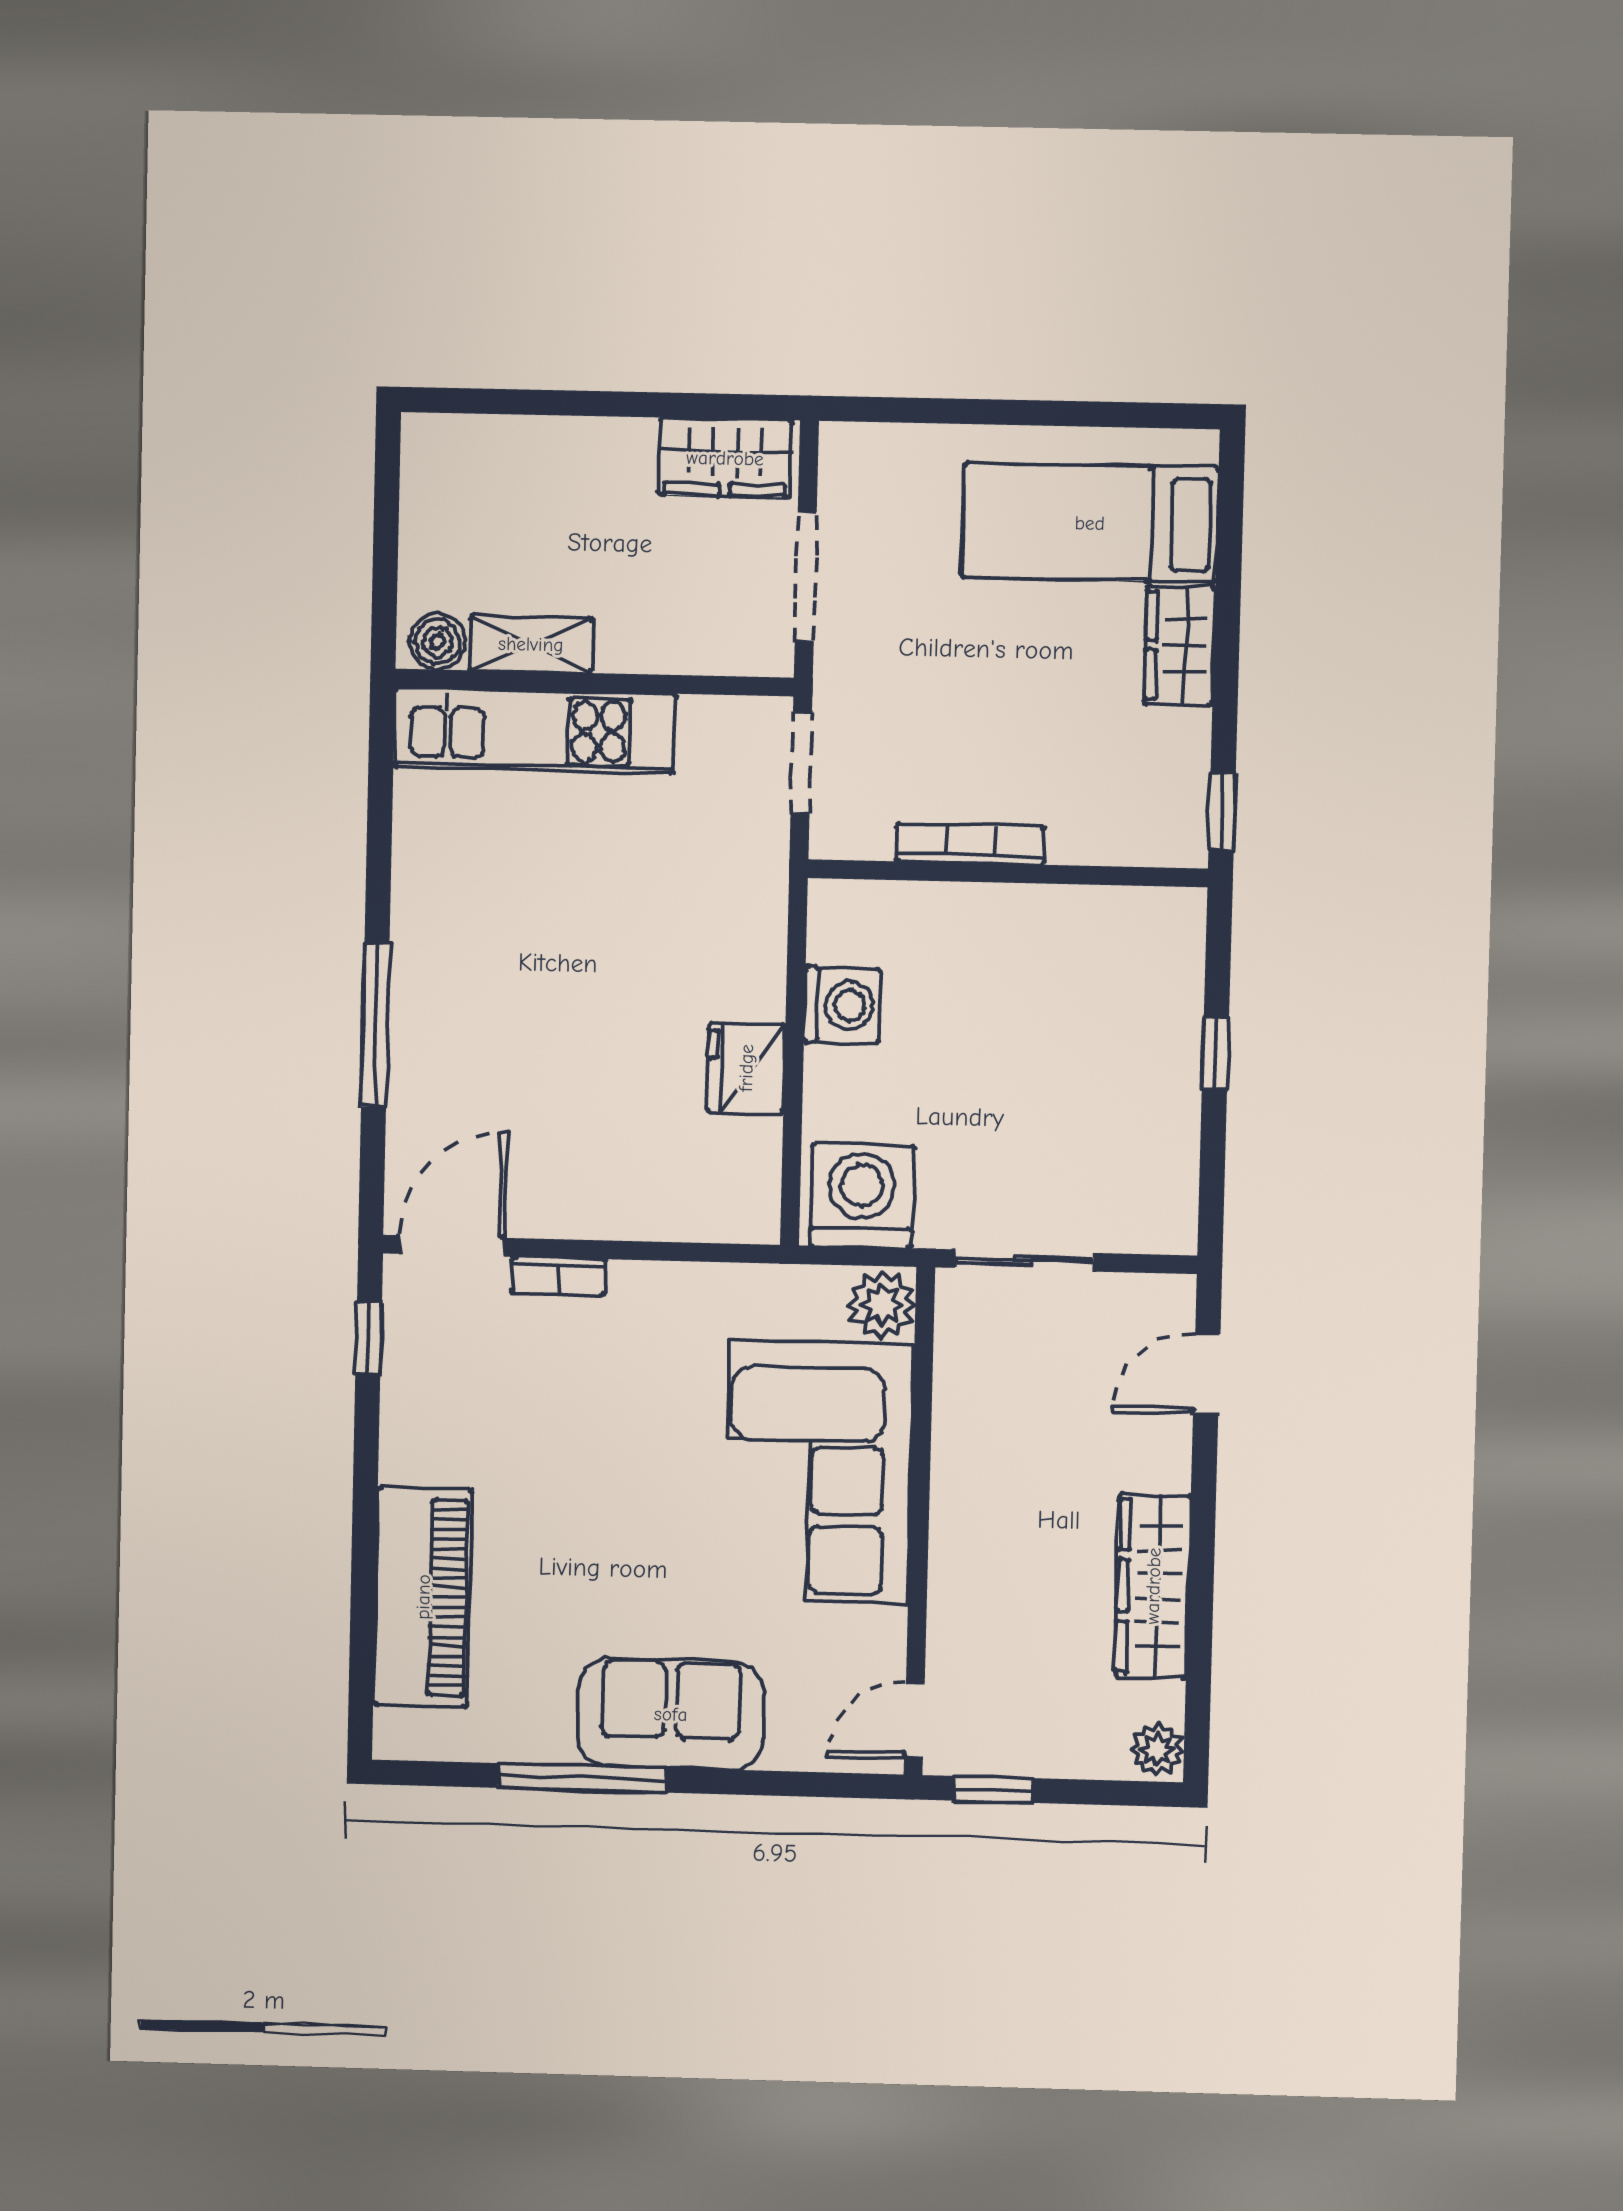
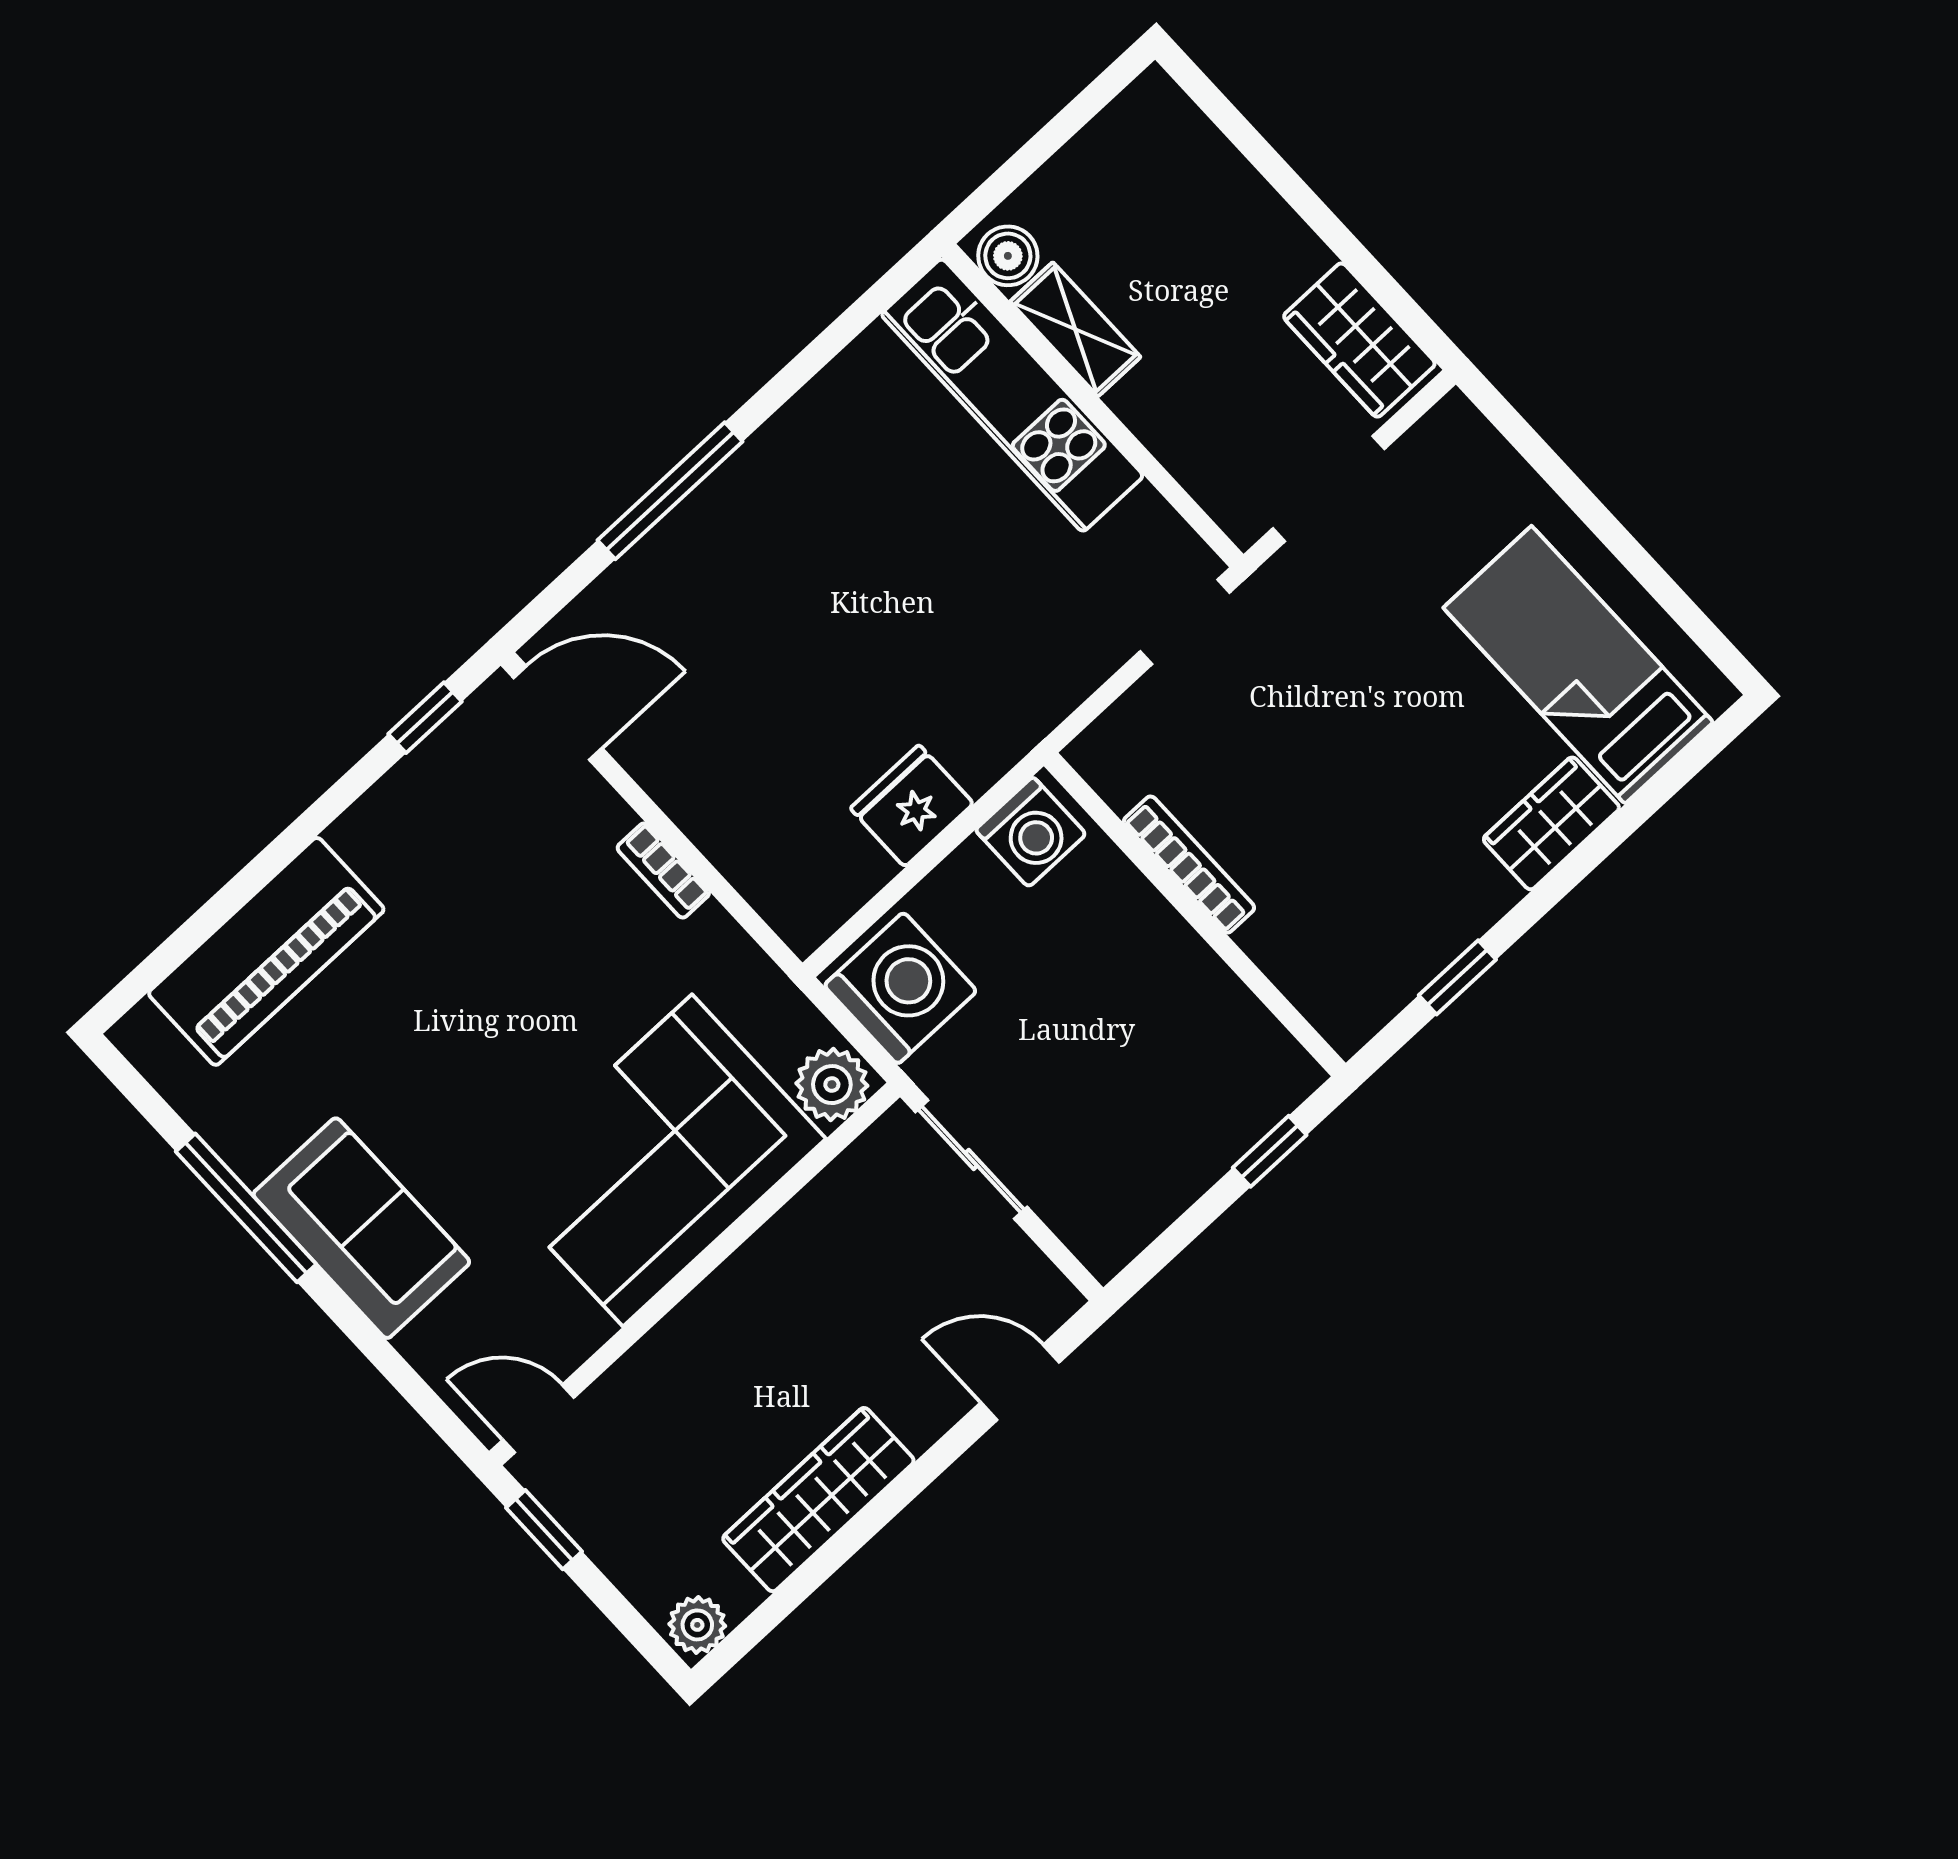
bookcase: (970, 844) -> (1189, 865), moved
wall: (1008, 873) -> (1195, 914), moved
bookcase: (558, 1276) -> (663, 870), moved

